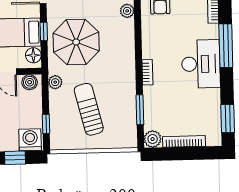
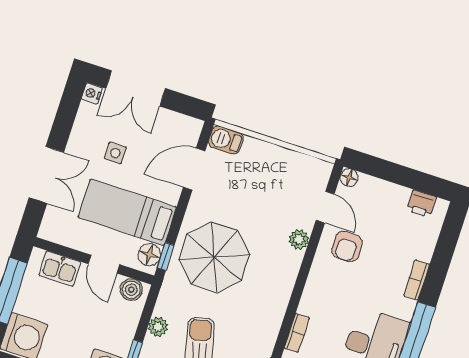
window: (44, 31) -> (166, 257), moved
plant: (55, 82) -> (158, 327), moved

